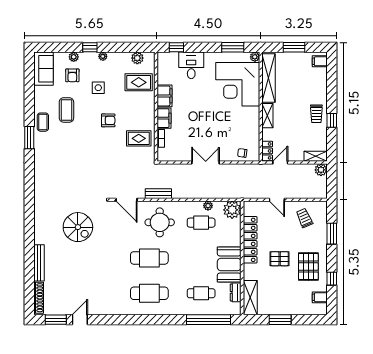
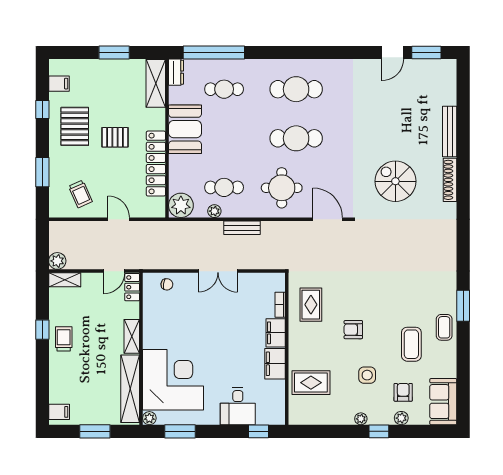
plant: (137, 58) -> (313, 416), removed
rug: (139, 138) -> (311, 305), turned 90
bench: (158, 194) -> (242, 228), moved
dresser: (236, 292) -> (176, 72), moved
shoe rack: (39, 298) -> (450, 180), moved

